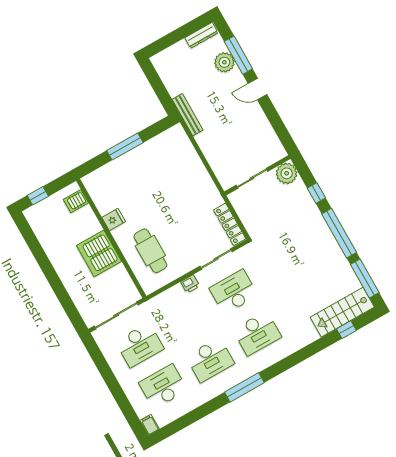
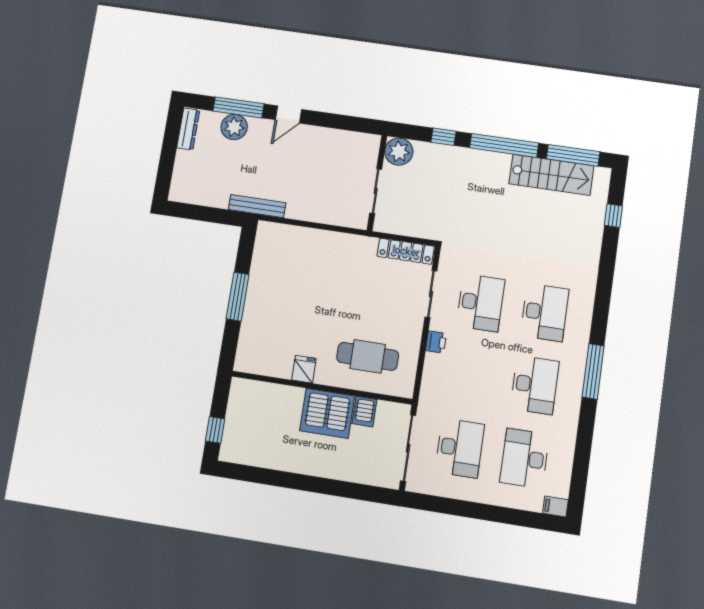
server rack: (76, 201) -> (364, 412), moved
desk: (234, 292) -> (480, 303), turned 180
stairs: (342, 312) -> (551, 175), moved, turned -90

